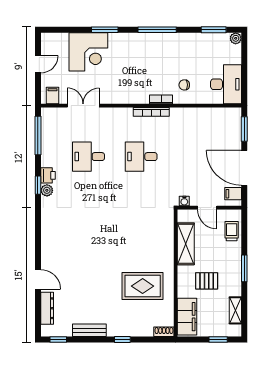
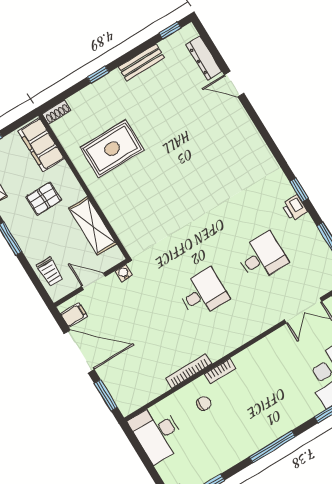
bookcase: (151, 112) -> (189, 371), moved
plant: (47, 190) -> (286, 190), removed

